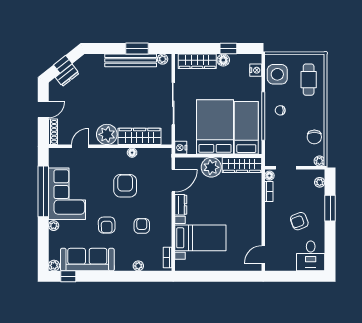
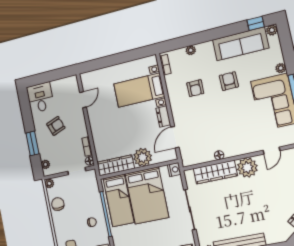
armchair: (125, 186) -> (219, 122), removed
door: (263, 254) -> (83, 100), moved

